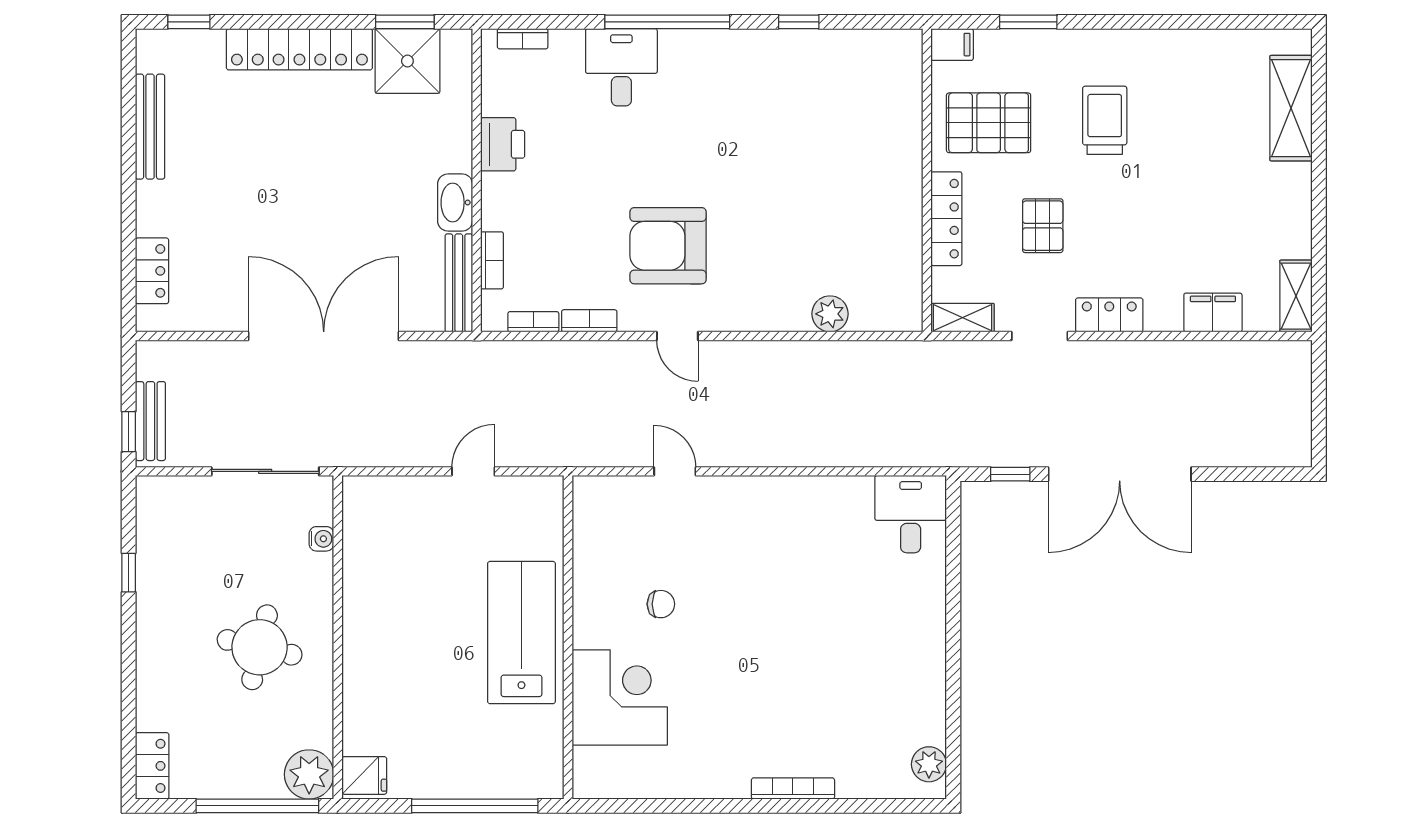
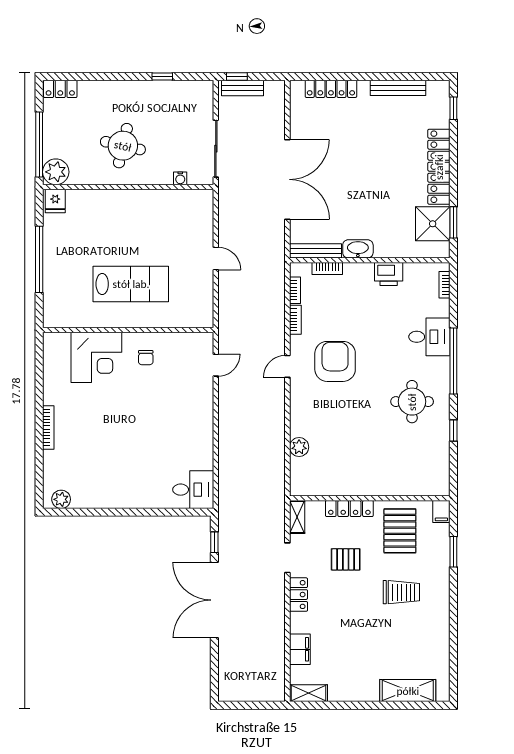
round table: (744, 100) -> (412, 402), added
locker: (152, 271) -> (331, 89), width x1.53
wall: (568, 637) -> (128, 330), moved
corner desk: (620, 697) -> (96, 357), moved

